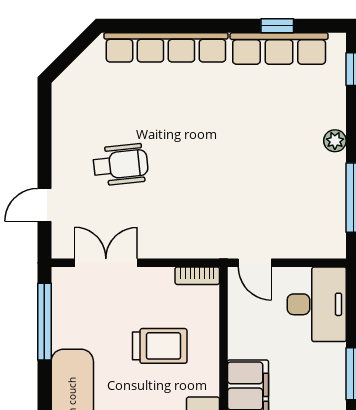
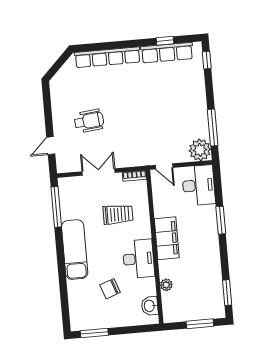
plant: (335, 141) -> (200, 150), moved, width x1.88, depth x1.88
double door: (106, 263) -> (99, 172), moved

